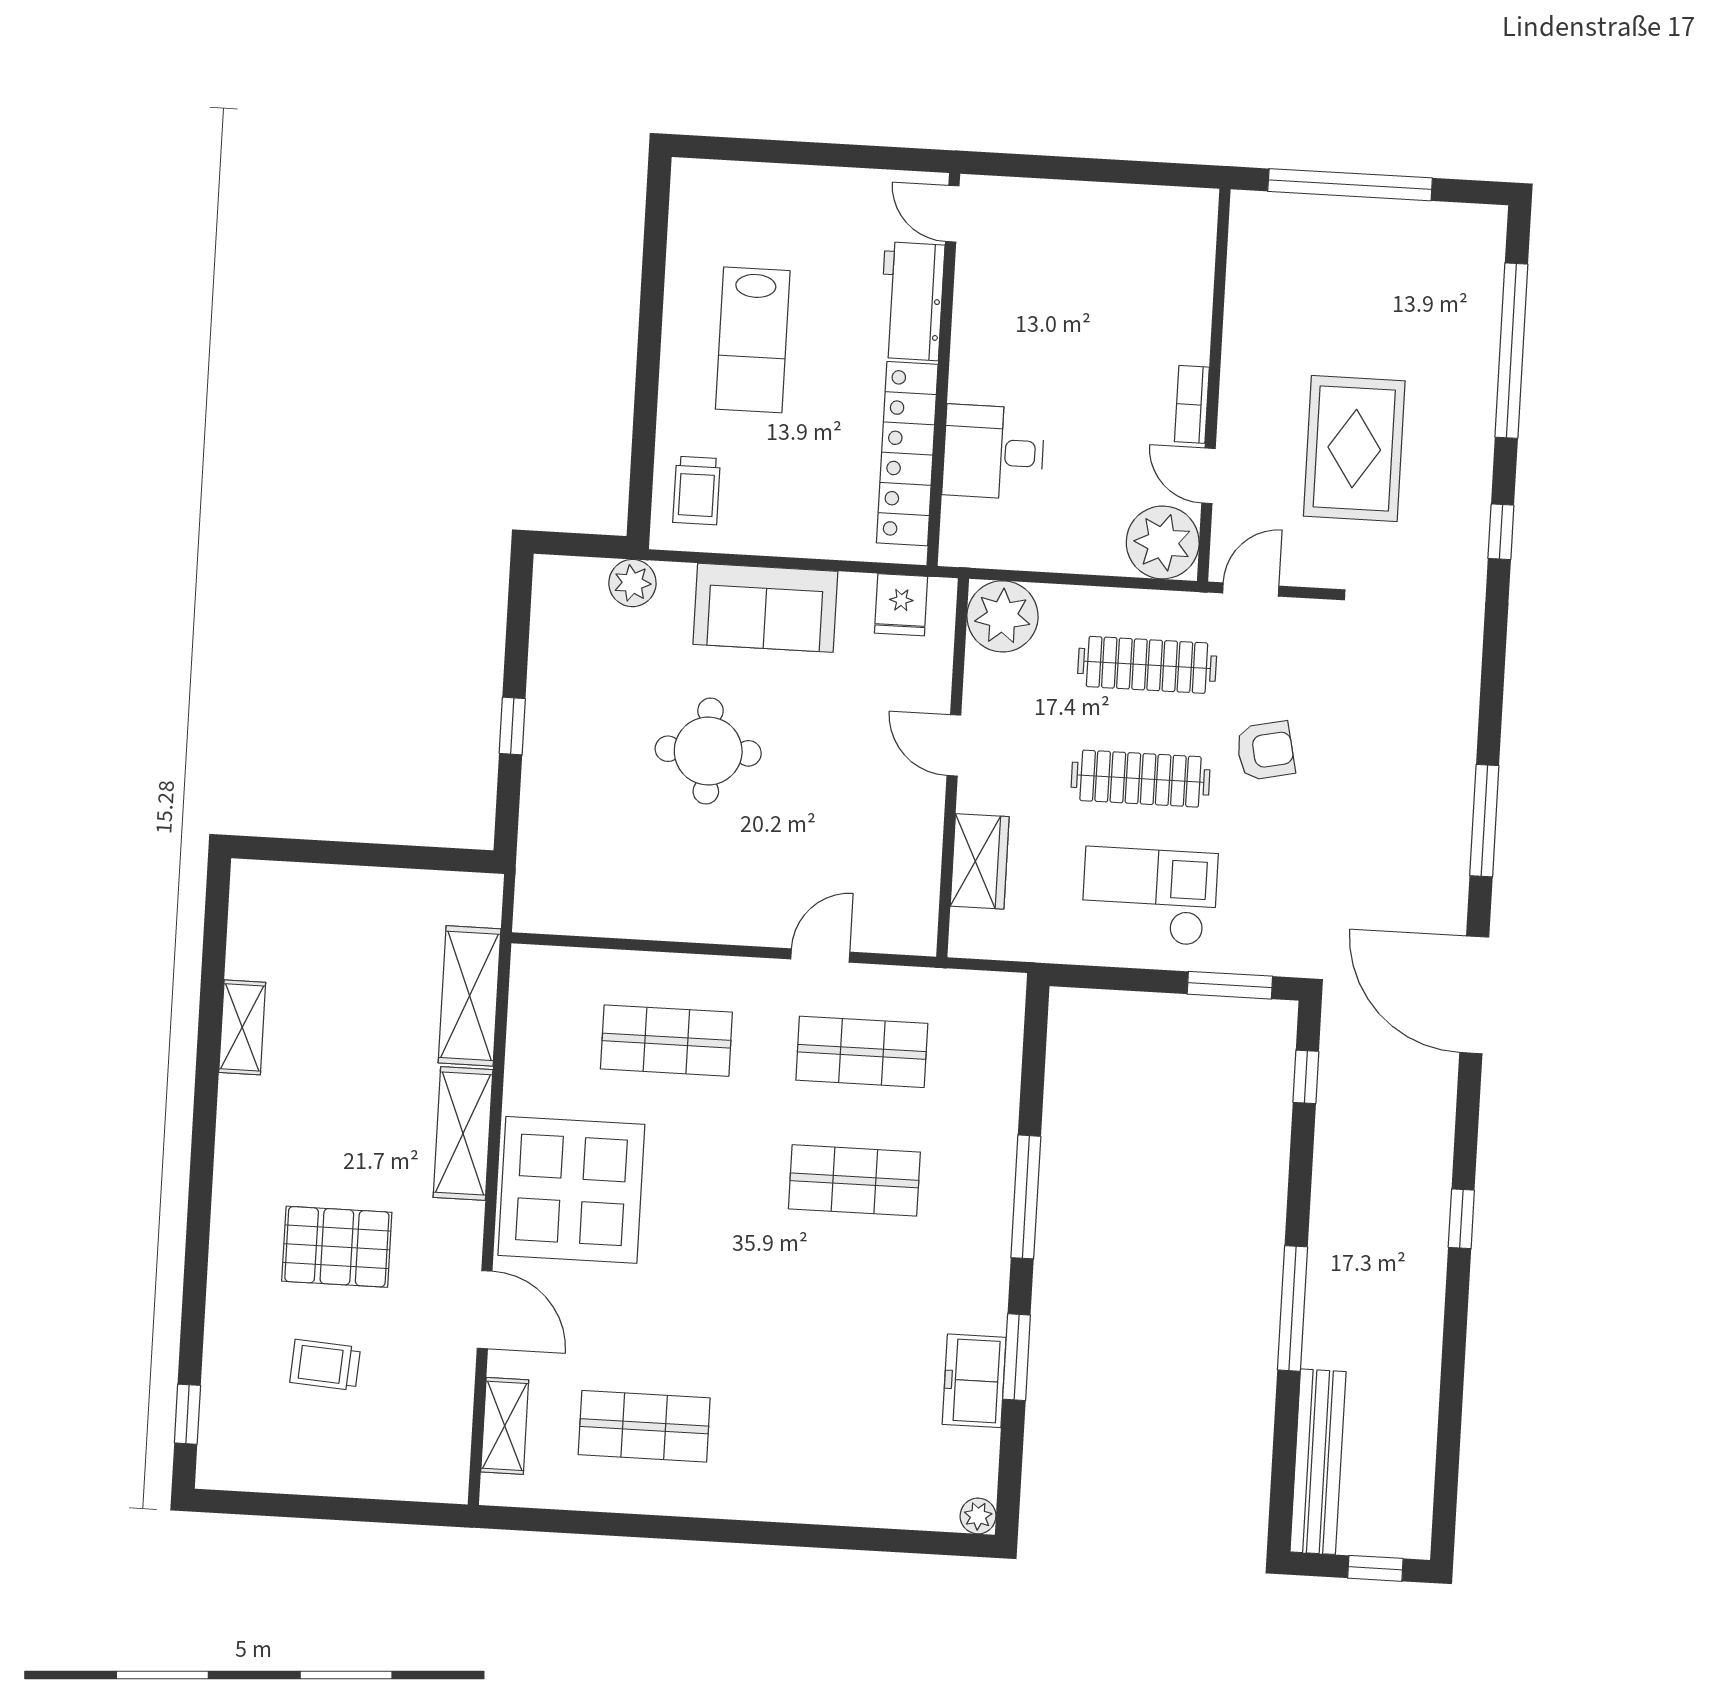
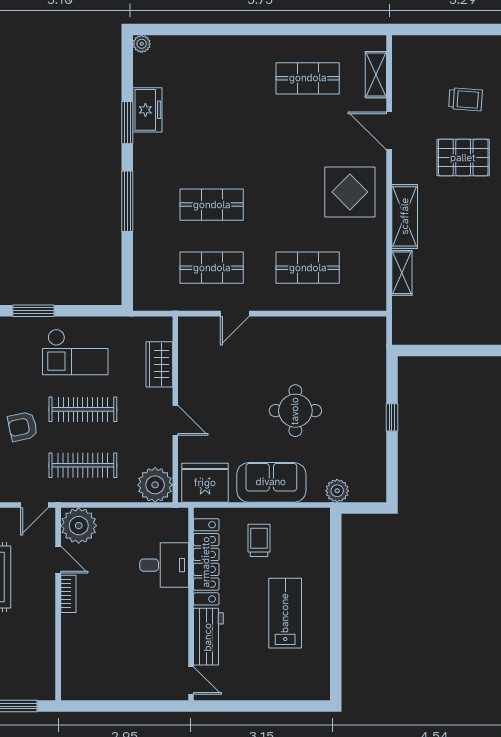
trolley: (697, 490) -> (259, 540), moved
fridge: (901, 605) -> (205, 483), width x1.88, depth x1.34
shelving: (470, 996) -> (402, 273), width x0.67, depth x0.75
display table: (571, 1190) -> (350, 192), width x0.73, depth x0.73

